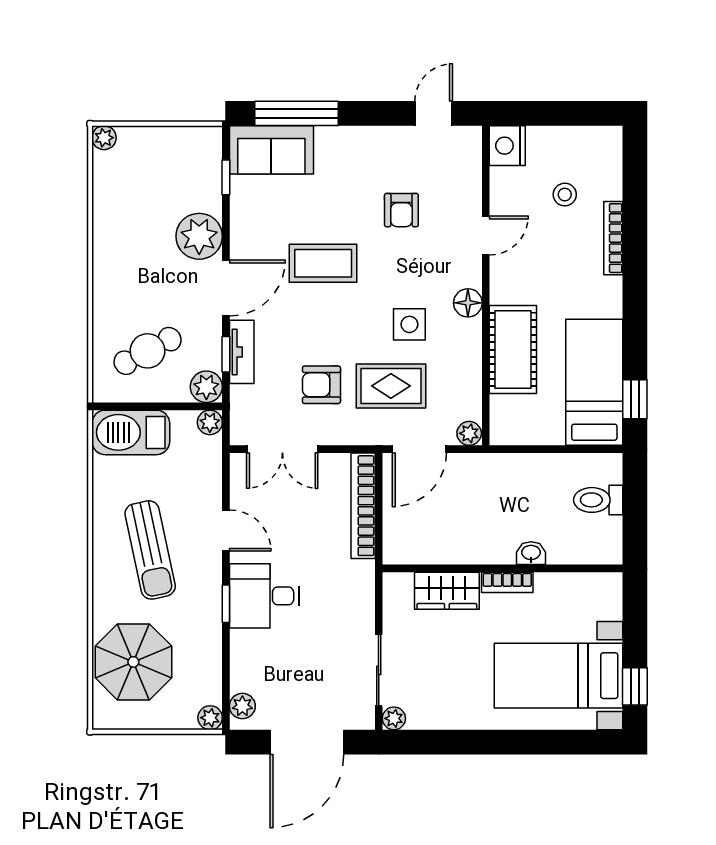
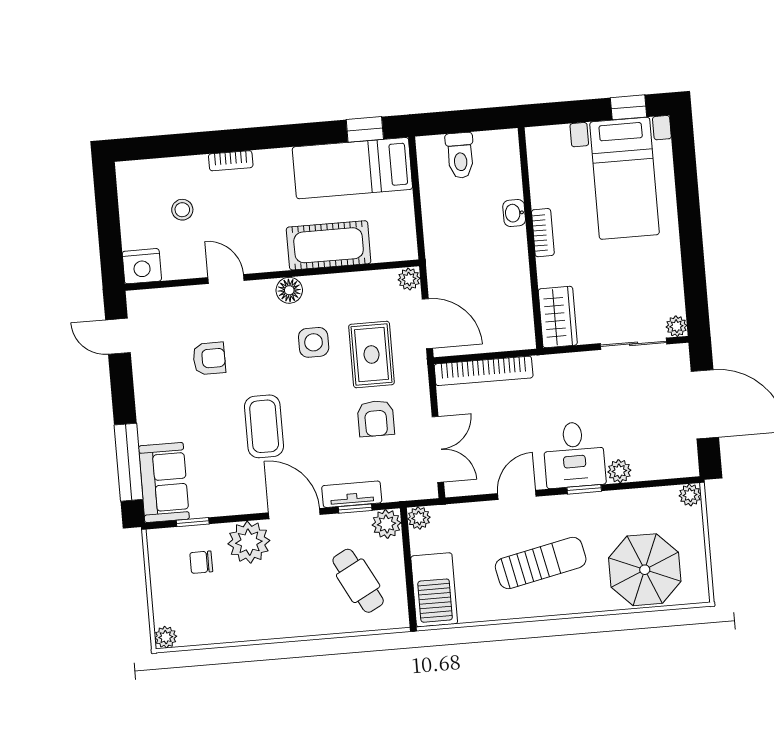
chair: (182, 183) -> (201, 562), added
bookcase: (613, 238) -> (231, 161), width x0.64
wardrobe: (447, 591) -> (558, 317), moved
plant: (242, 706) -> (619, 471), moved

